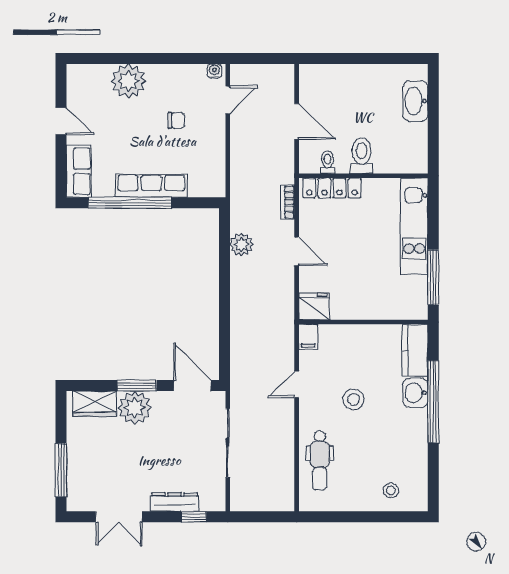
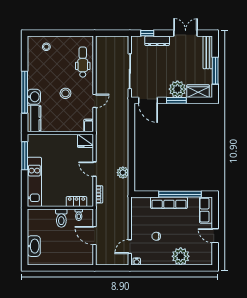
locker: (332, 188) -> (76, 202), width x0.66
window: (61, 470) -> (215, 71), moved
bench: (75, 479) -> (208, 52), added

